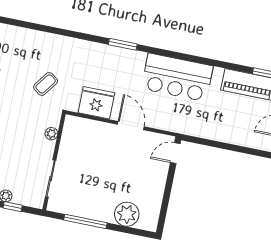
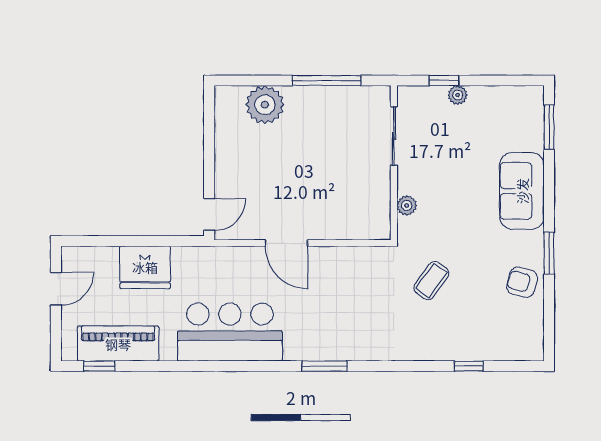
window: (33, 26) -> (469, 366), added
fridge: (96, 103) -> (145, 267), moved

